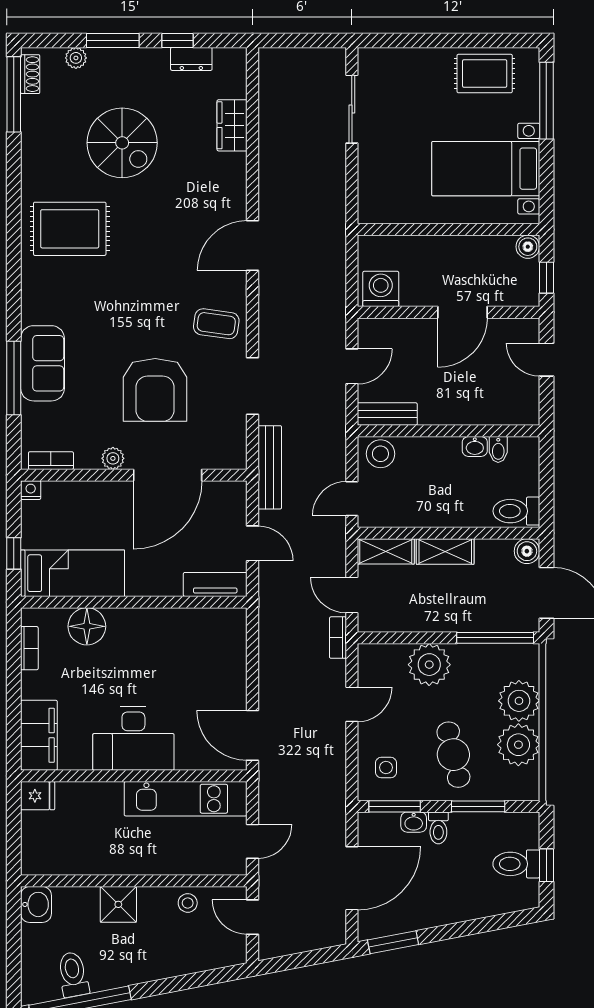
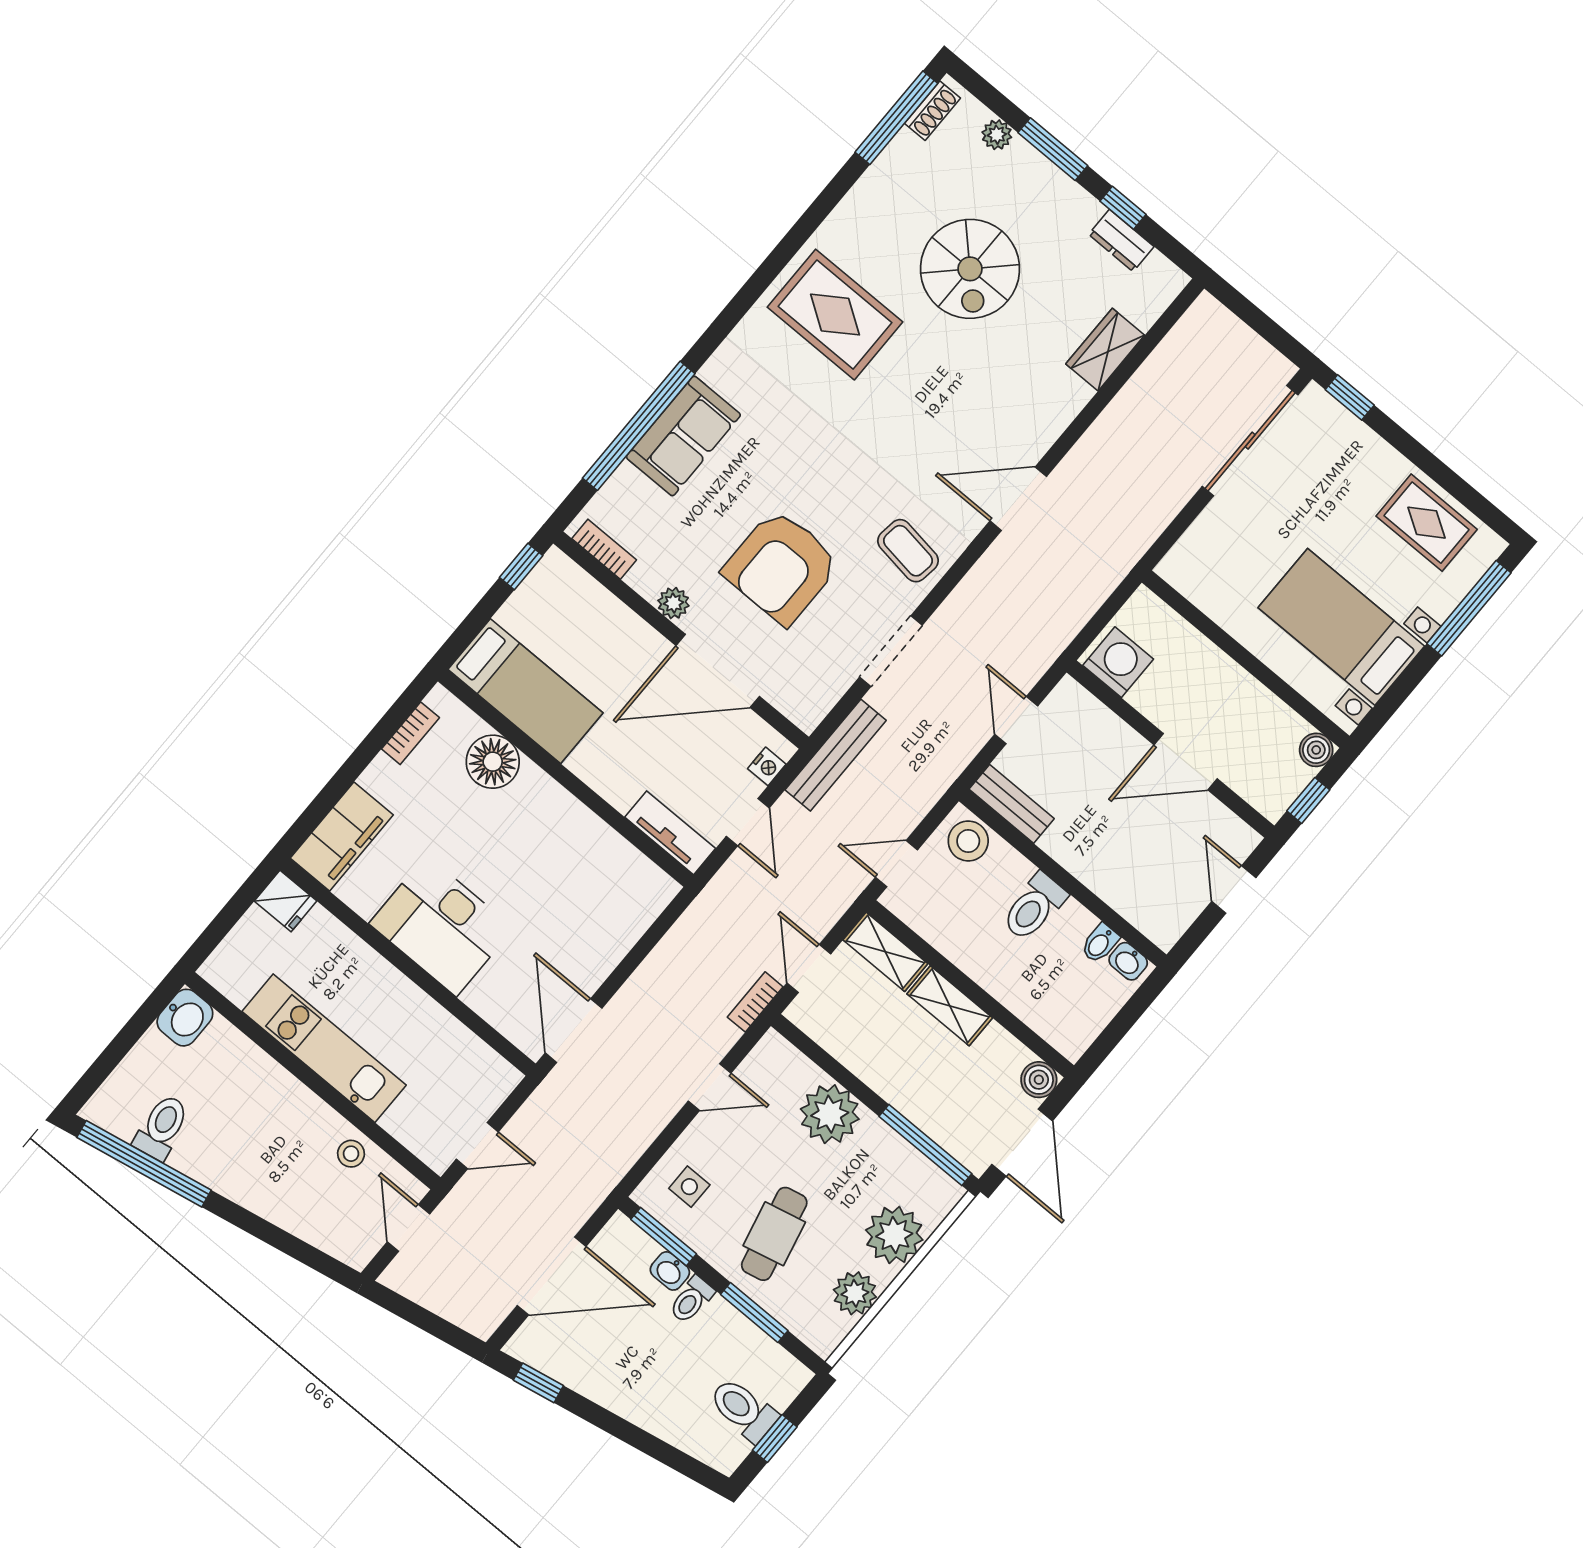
window: (386, 40) -> (1350, 397), added
sliding door: (352, 109) -> (1250, 441), width x1.37
door: (352, 366) -> (1016, 720), swing flipped
window: (14, 378) -> (639, 426), width x1.46
washbasin: (475, 446) -> (1128, 961), moved
nightstand: (31, 490) -> (767, 766), moved, turned 90
toilet: (516, 511) -> (1034, 907), moved, turned -90
window: (14, 553) -> (521, 566), moved
plant: (518, 745) -> (855, 1293), width x0.73, depth x0.73
kitchen unit: (186, 799) -> (324, 1048), moved, turned 180
shower: (118, 904) -> (274, 1092), removed
window: (393, 942) -> (538, 1383), width x0.67

